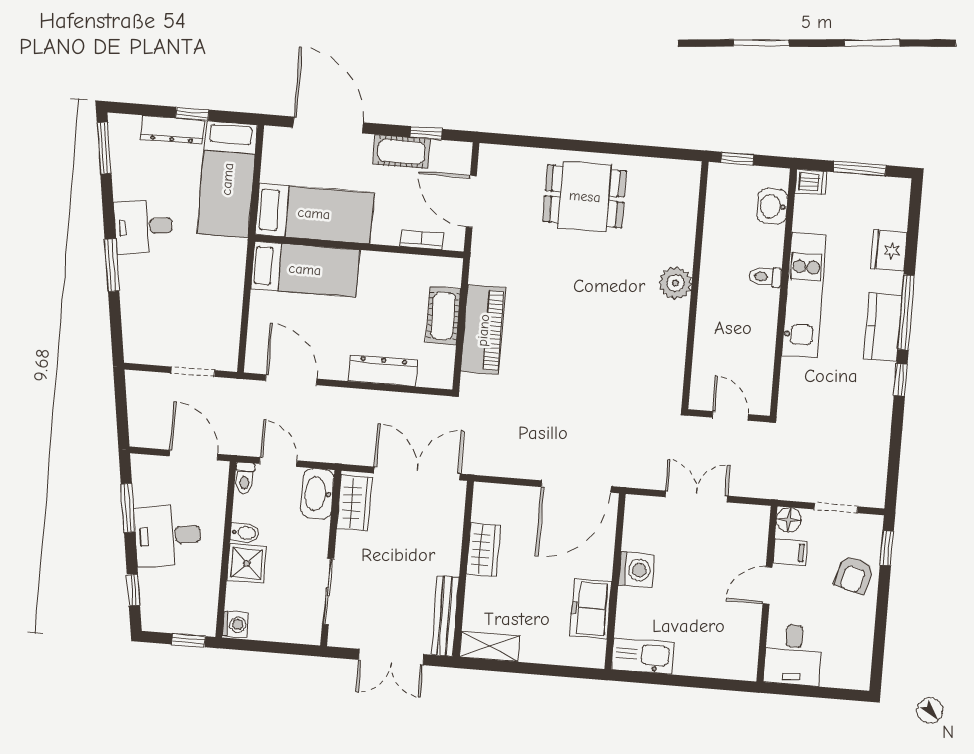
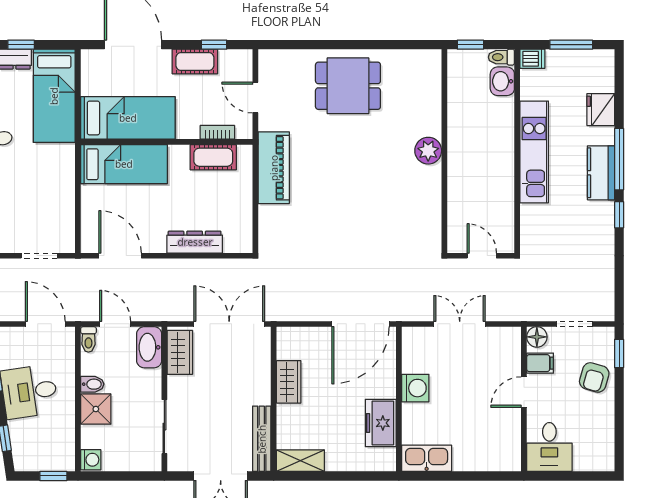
door: (471, 201) -> (255, 98), width x0.73
toilet: (765, 277) -> (501, 57), moved
cot: (443, 316) -> (213, 157), moved, turned 90
piano: (483, 330) -> (274, 168), moved

